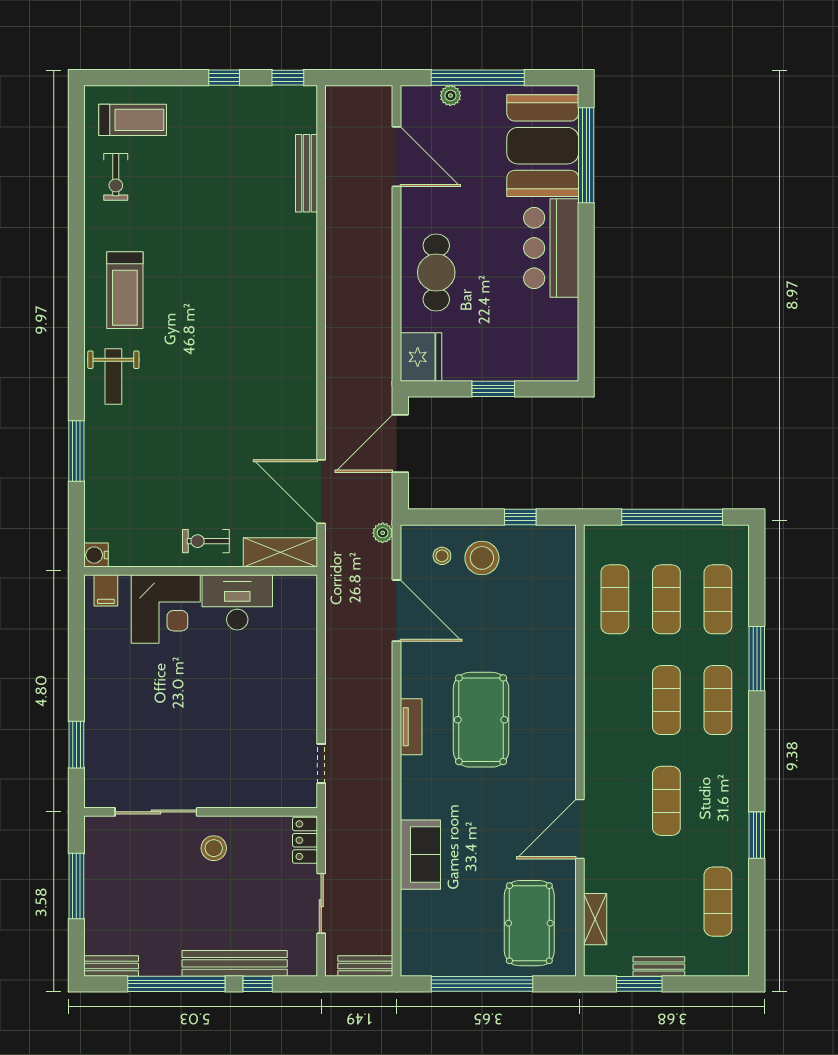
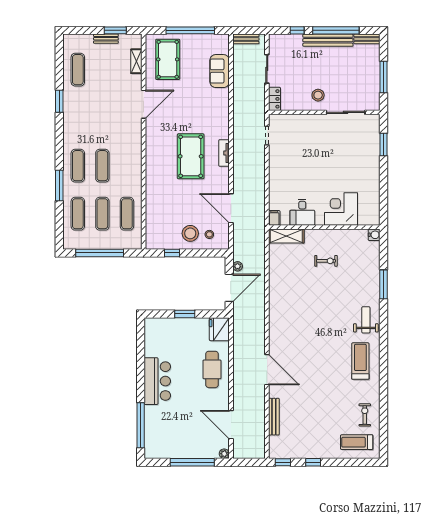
plant: (450, 96) -> (224, 454), moved
booth: (543, 146) -> (161, 430), removed
door: (321, 492) -> (267, 370), moved
plant: (383, 533) -> (238, 266), moved
exercise bike: (206, 541) -> (326, 261), moved
filing cabinet: (106, 590) -> (274, 218), moved
desk: (237, 602) -> (302, 212), width x0.73
exercise mat: (666, 801) -> (102, 118), removed
sofa: (420, 855) -> (220, 71), moved
bench: (235, 963) -> (328, 40), moved

